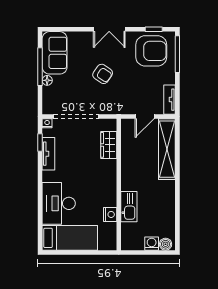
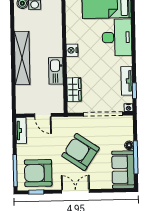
armchair: (103, 74) -> (81, 152), width x1.88, depth x1.88
door: (145, 117) -> (43, 115), swing flipped
shelving: (167, 149) -> (22, 58), moved
kitchen sink: (129, 207) -> (56, 71), moved
nightstand: (110, 214) -> (72, 50), moved

